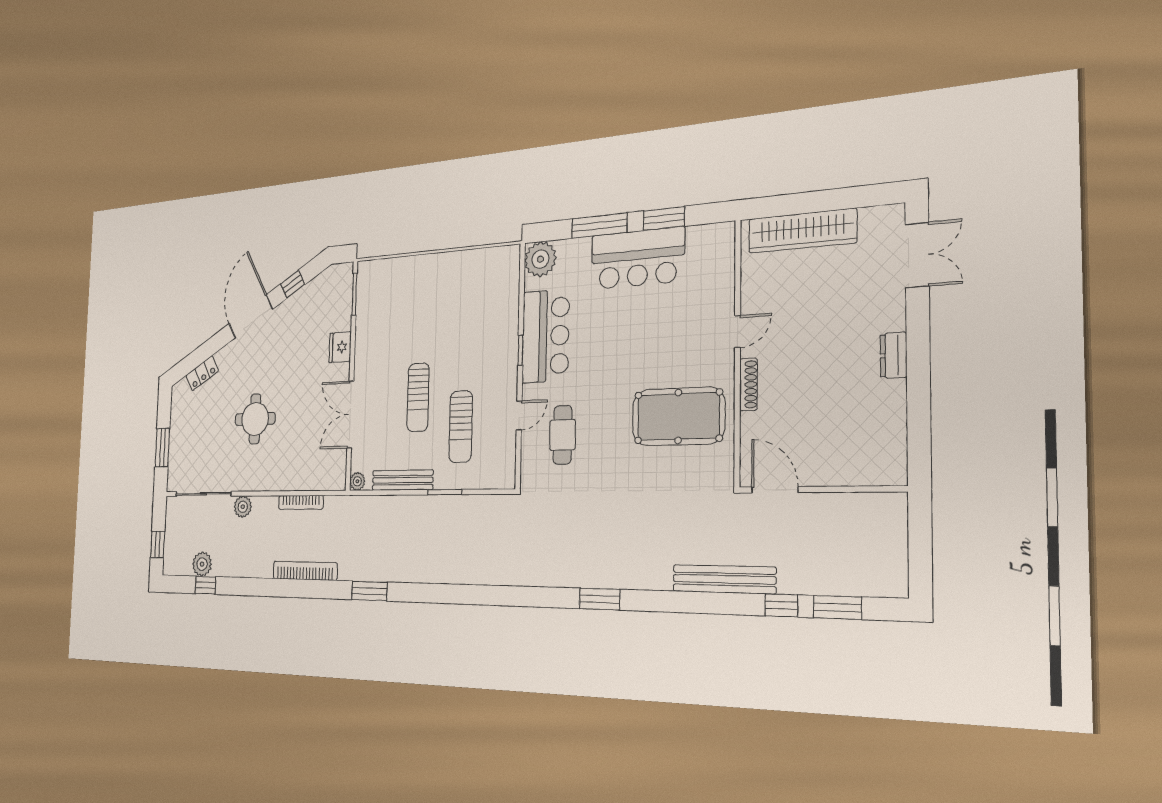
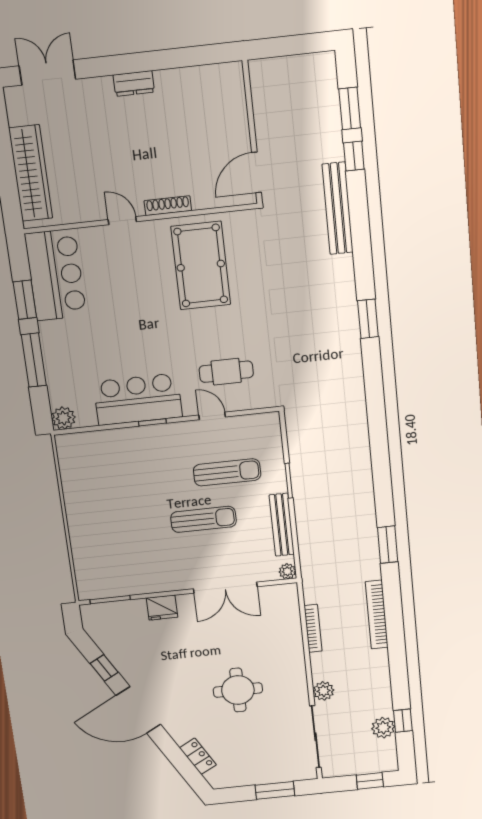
bar counter: (638, 258) -> (56, 275), moved
plant: (540, 259) -> (63, 418), width x0.73, depth x0.73

